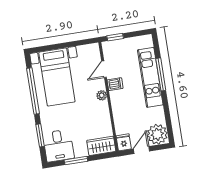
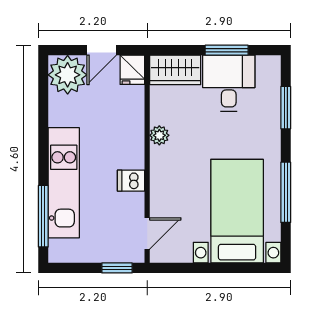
door: (104, 69) -> (147, 233), moved
window: (161, 74) -> (43, 216), moved
window: (33, 91) -> (286, 192), width x0.68
plant: (102, 95) -> (159, 135), moved
desk: (58, 146) -> (229, 83), moved

